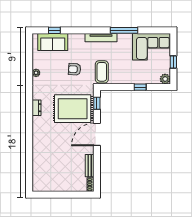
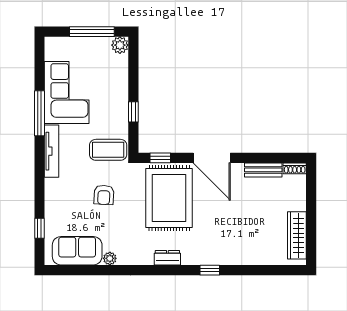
sofa: (53, 42) -> (77, 251), moved, turned -90
corner sofa: (152, 47) -> (67, 93), moved
window: (173, 62) -> (92, 32), width x2.17
window: (140, 87) -> (133, 112), moved
window: (29, 133) -> (210, 270), added
wardrobe: (50, 186) -> (297, 235), added

